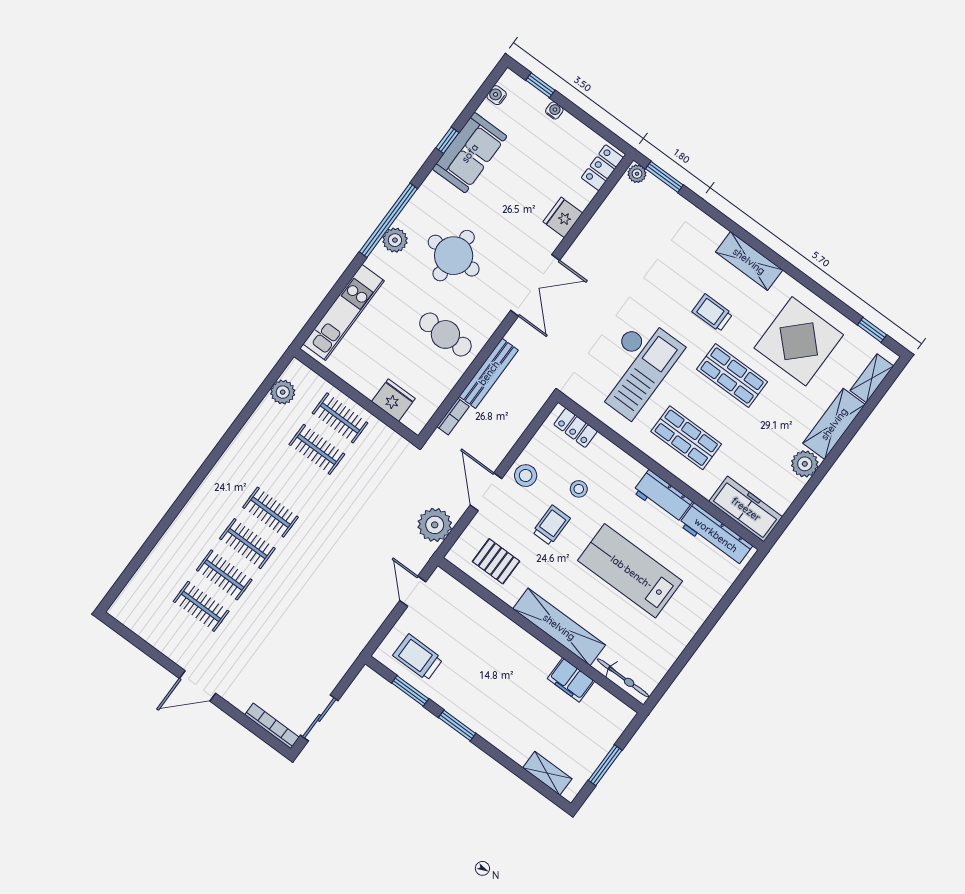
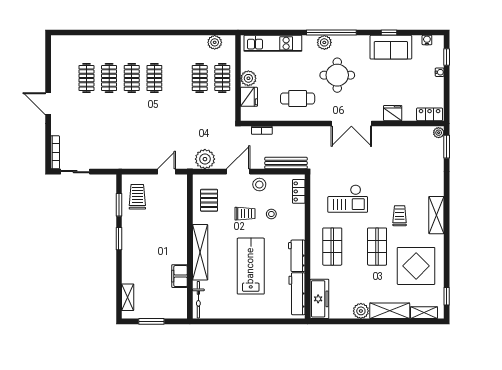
cafe table: (445, 334) -> (298, 99), turned 90
checkout: (636, 367) -> (348, 199), width x0.73, depth x0.83
bench: (489, 373) -> (286, 163), moved
plant: (367, 382) -> (248, 78), added

